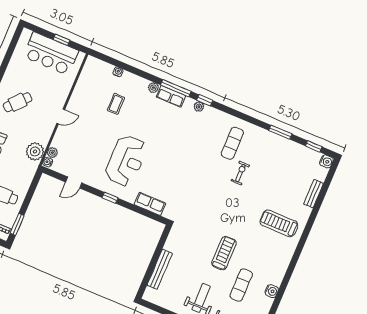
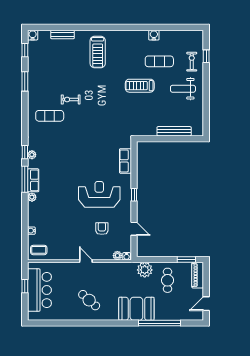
coffee table: (116, 104) -> (39, 250), moved
armchair: (88, 148) -> (102, 228), added
plant: (35, 152) -> (145, 270), moved

